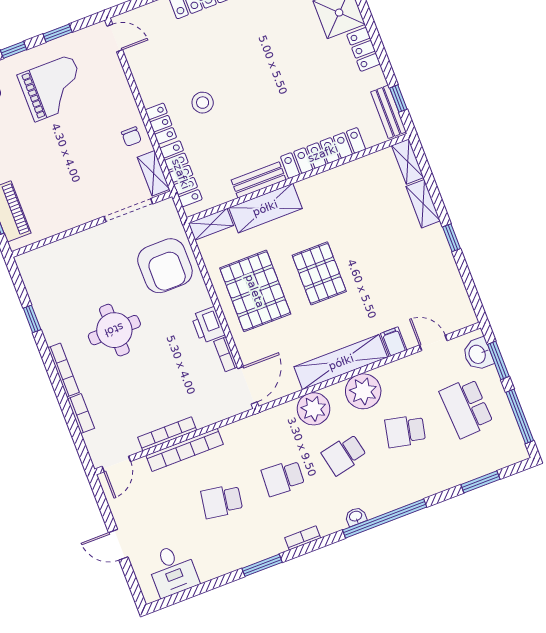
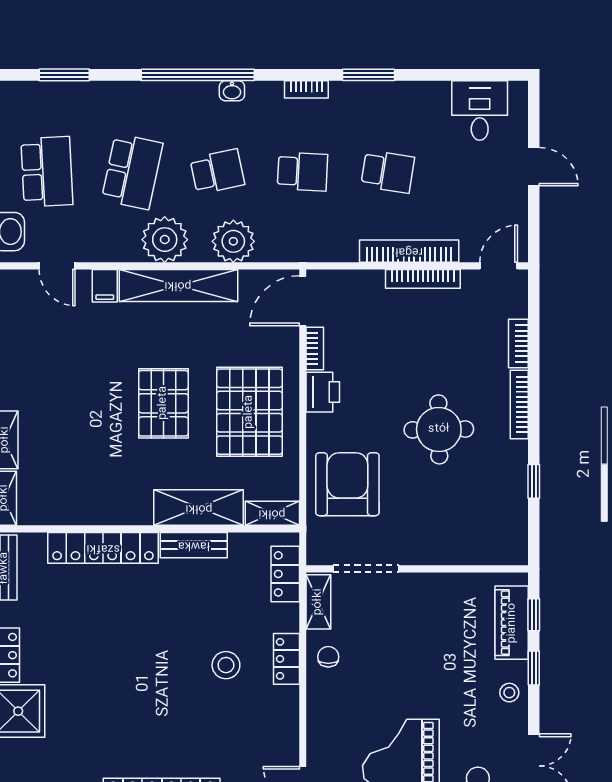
locker: (181, 174) -> (285, 574), width x0.66
school desk: (405, 431) -> (132, 172), width x1.85

